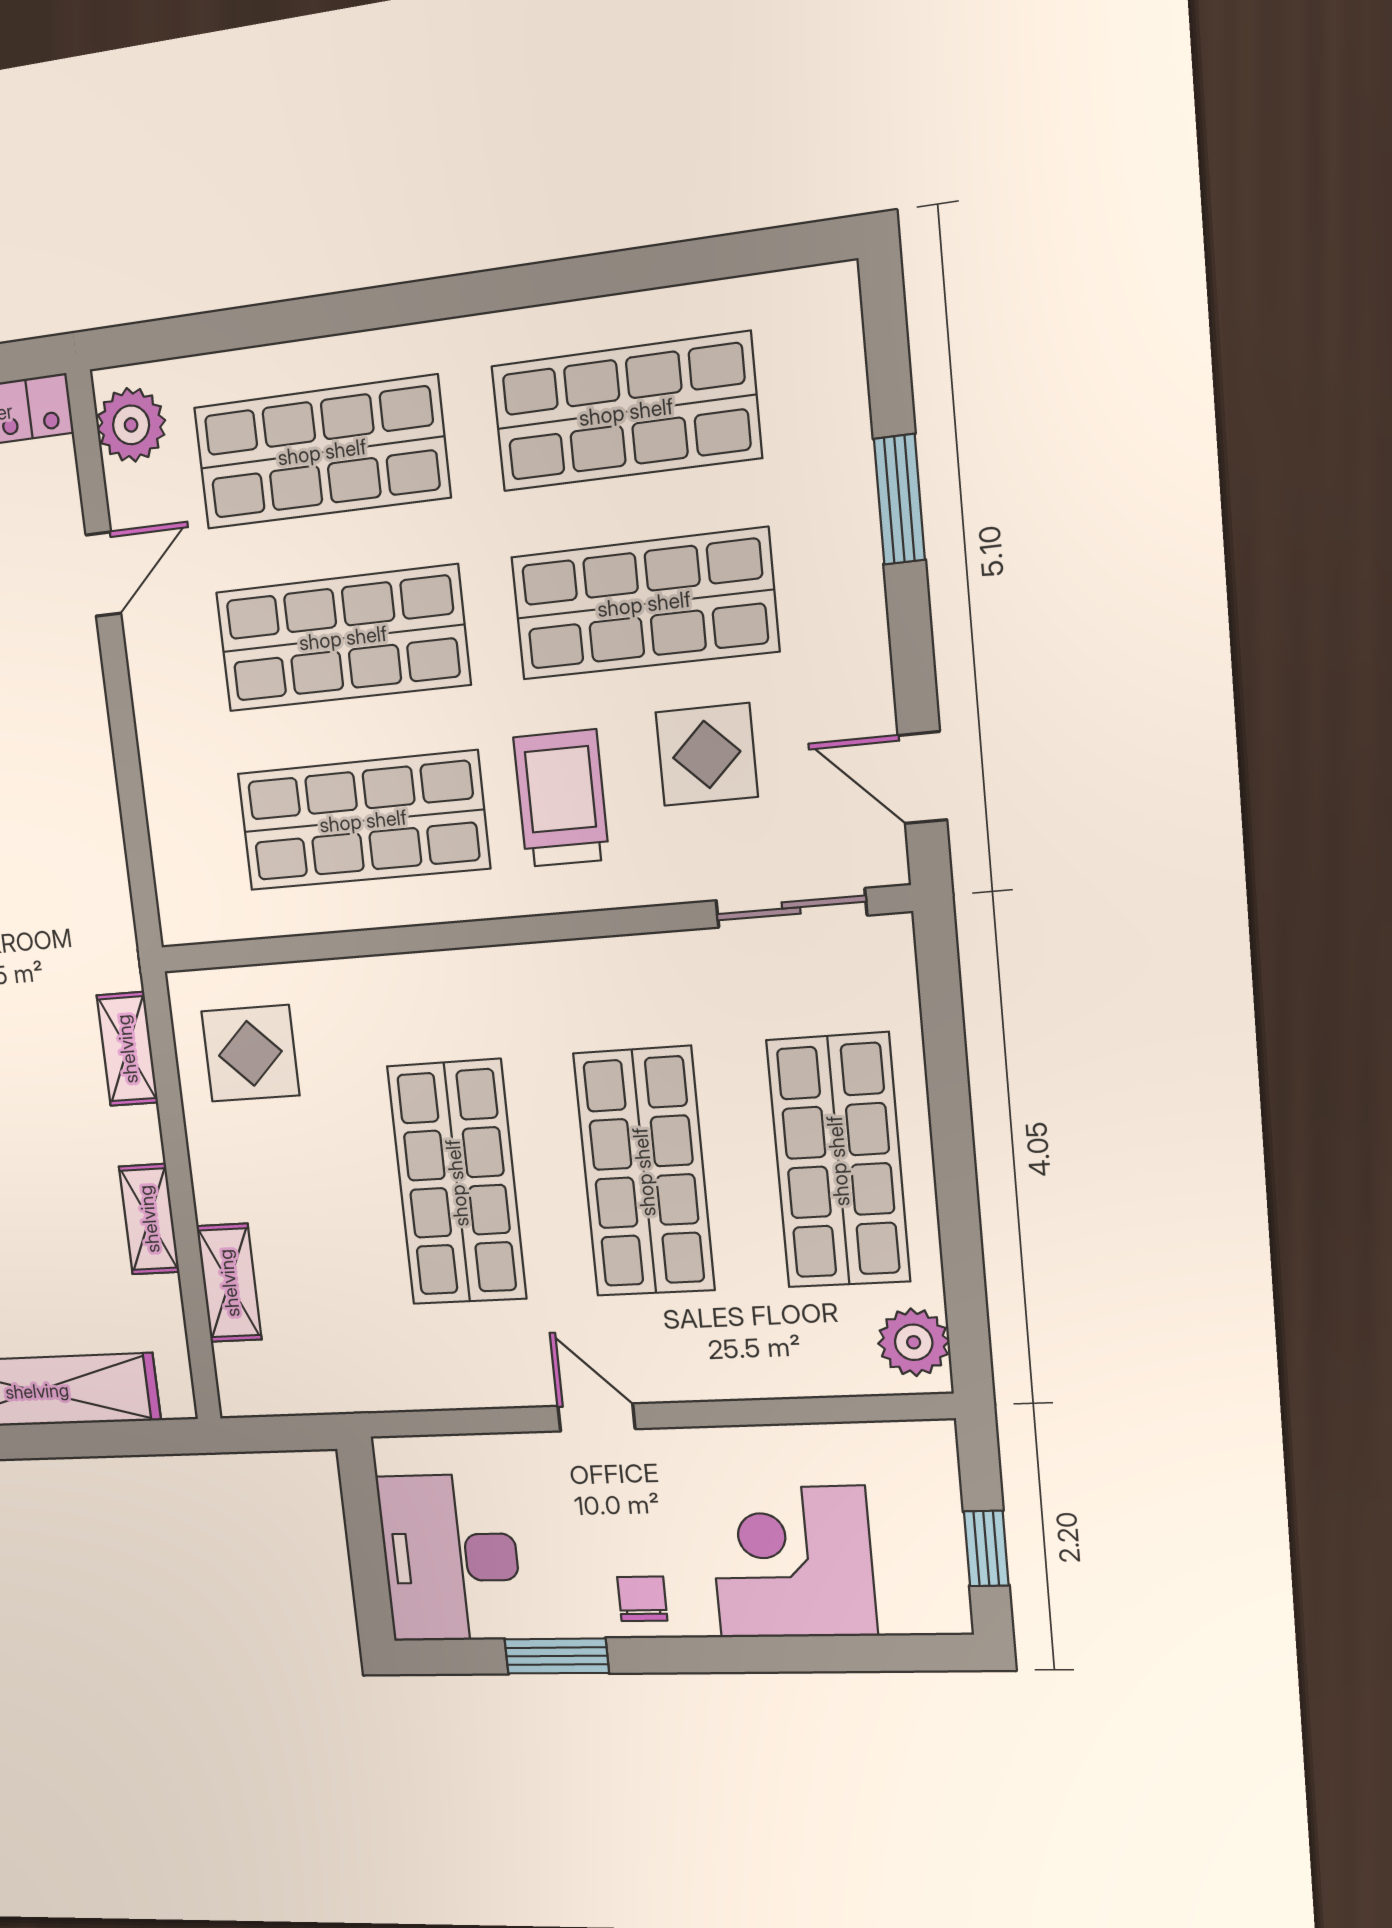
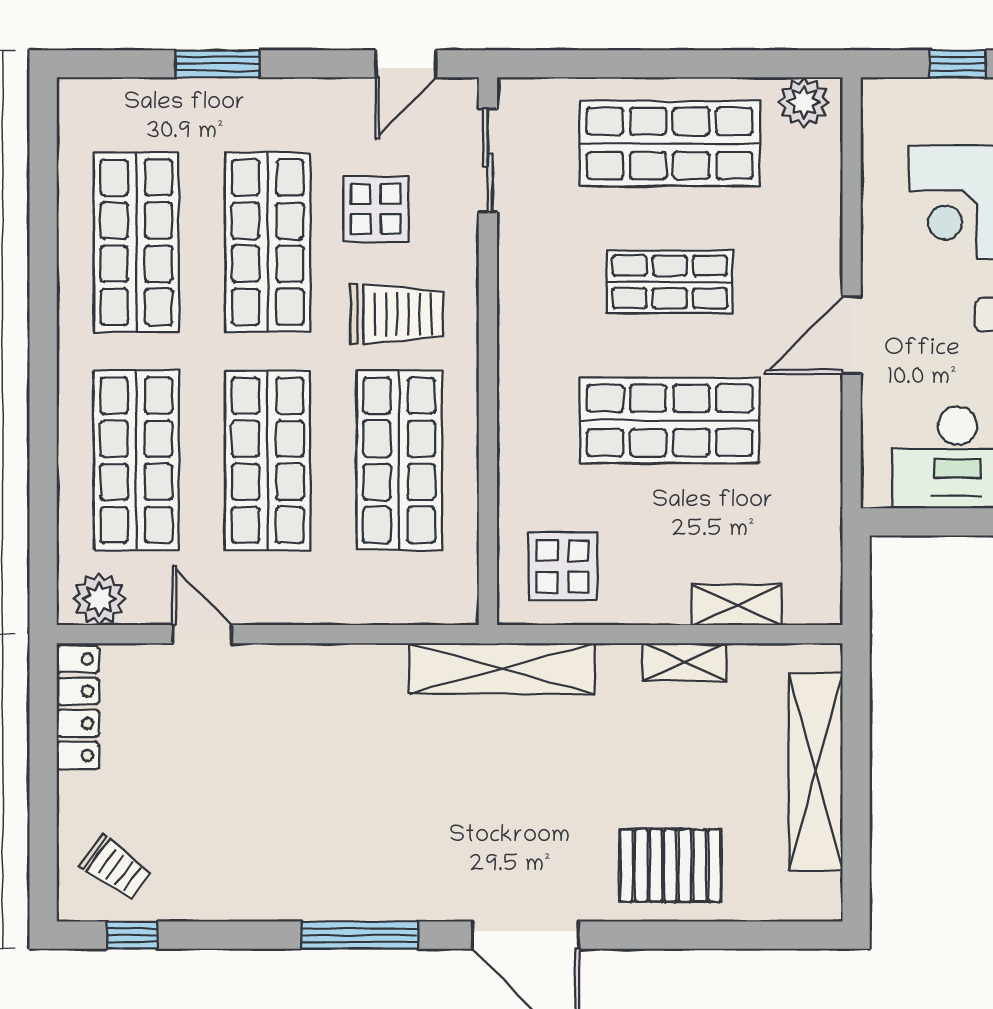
trolley: (561, 798) -> (397, 314), turned 180
shelving: (127, 1049) -> (502, 669), width x2.20, depth x1.33
shop shelf: (644, 1172) -> (670, 282), width x0.70, depth x0.74
door: (596, 1417) -> (852, 335), width x1.38

